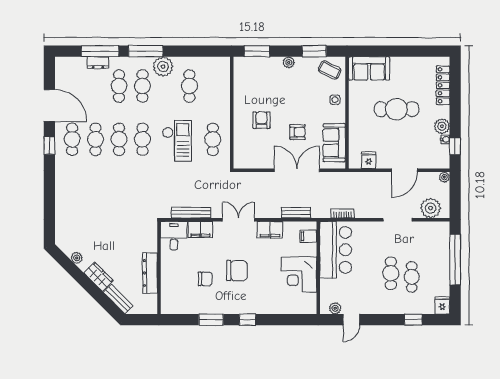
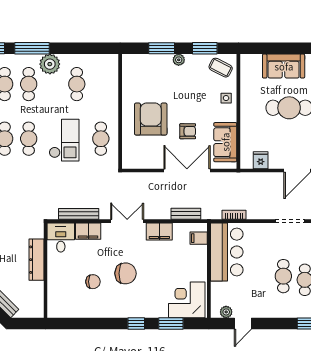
window: (257, 51) -> (162, 48), moved
sofa: (369, 68) -> (284, 66), moved
armchair: (261, 120) -> (151, 119), width x1.88, depth x1.88
dresser: (150, 273) -> (36, 260), moved
corner desk: (299, 274) -> (187, 300), moved, turned 90
window: (211, 320) -> (171, 324), moved

